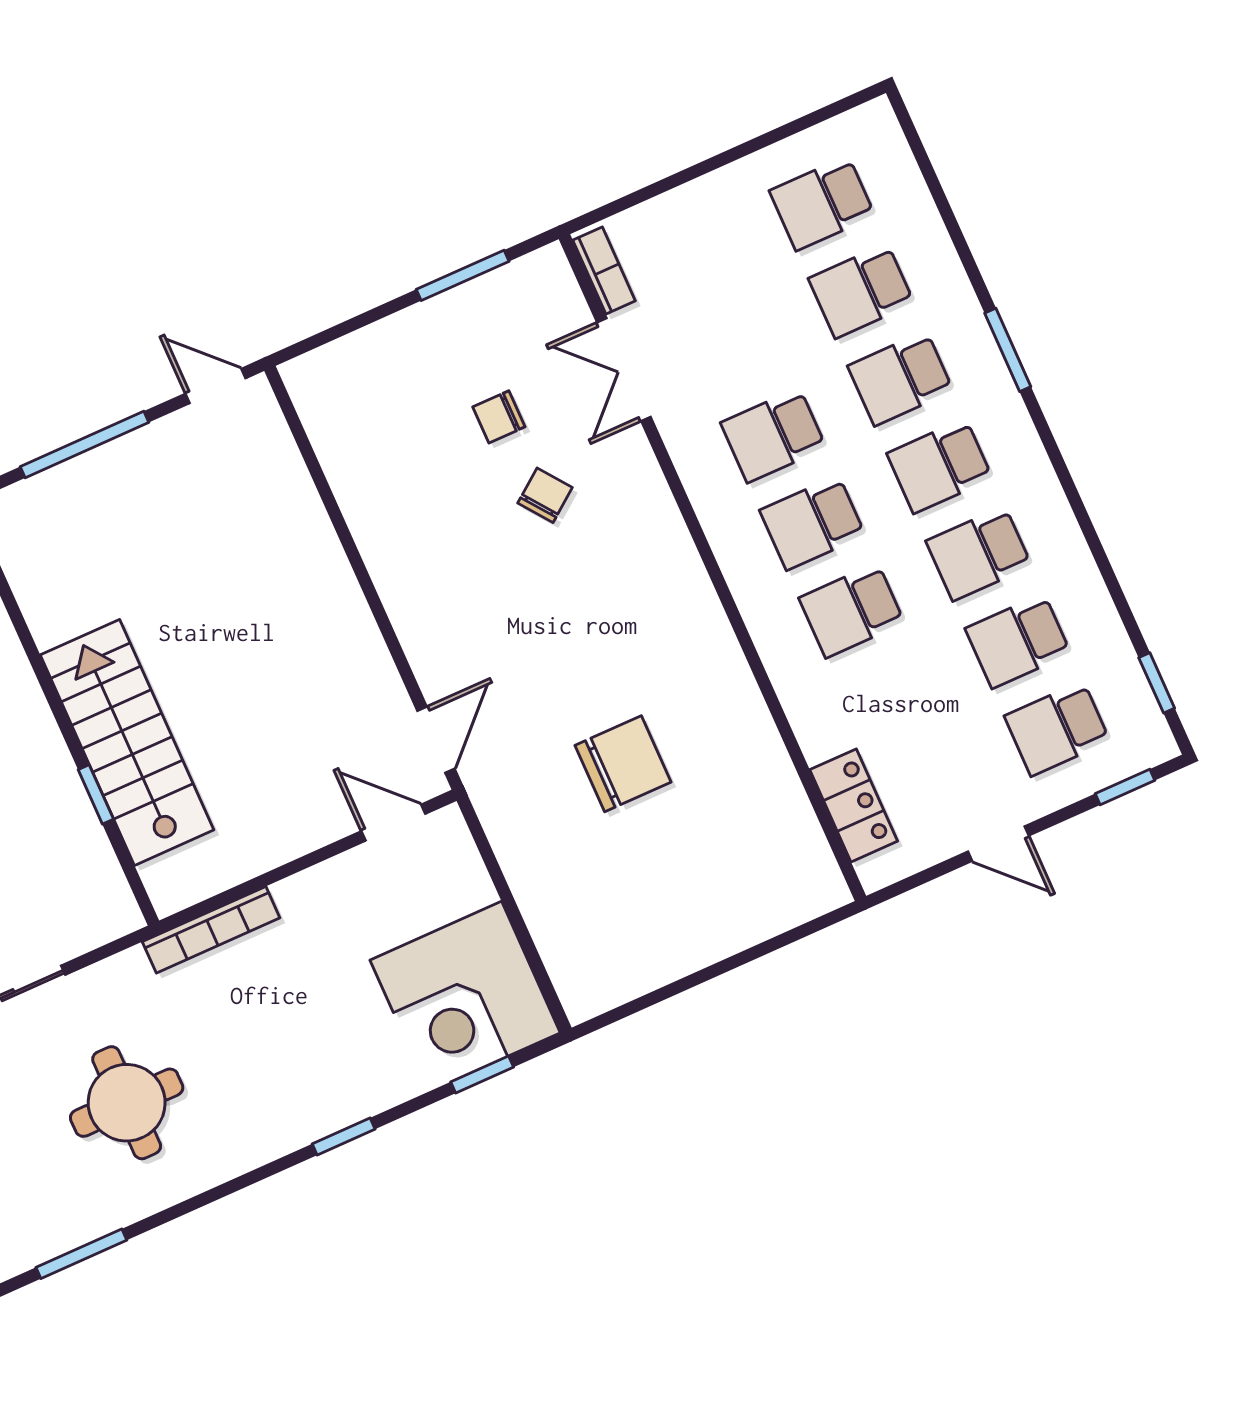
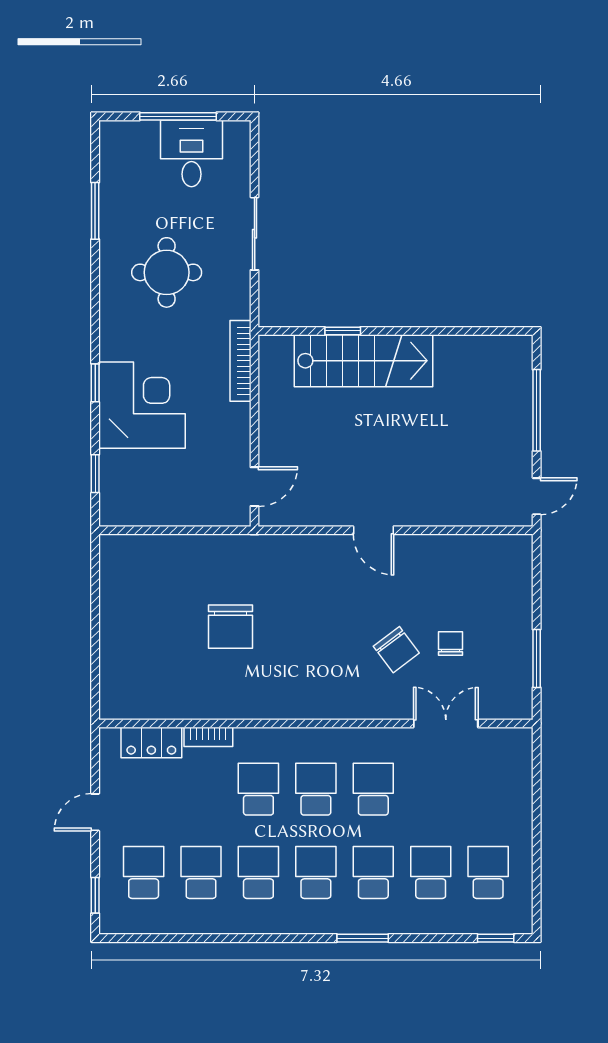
bookcase: (604, 271) -> (208, 737), moved
chair: (545, 495) -> (396, 650), width x1.37, depth x1.37
window: (1157, 683) -> (496, 938), moved
door: (436, 740) -> (373, 530), moved
corner desk: (465, 996) -> (142, 405), moved, turned 90

